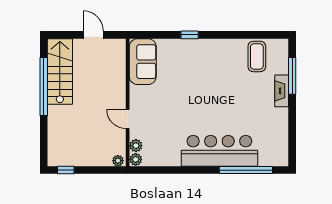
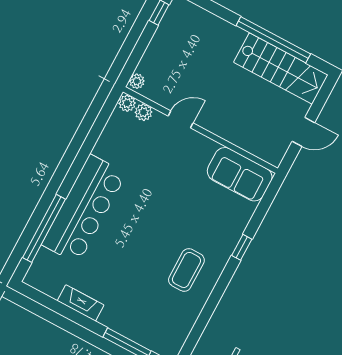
coffee table: (257, 56) -> (186, 270), moved, turned 90
fireplace: (282, 91) -> (81, 303), moved

